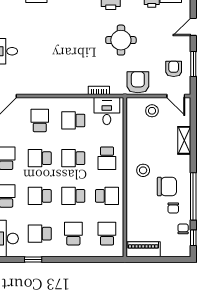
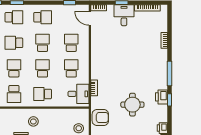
school desk: (40, 120) -> (71, 43), turned -90
school desk: (40, 196) -> (14, 43), turned -90

